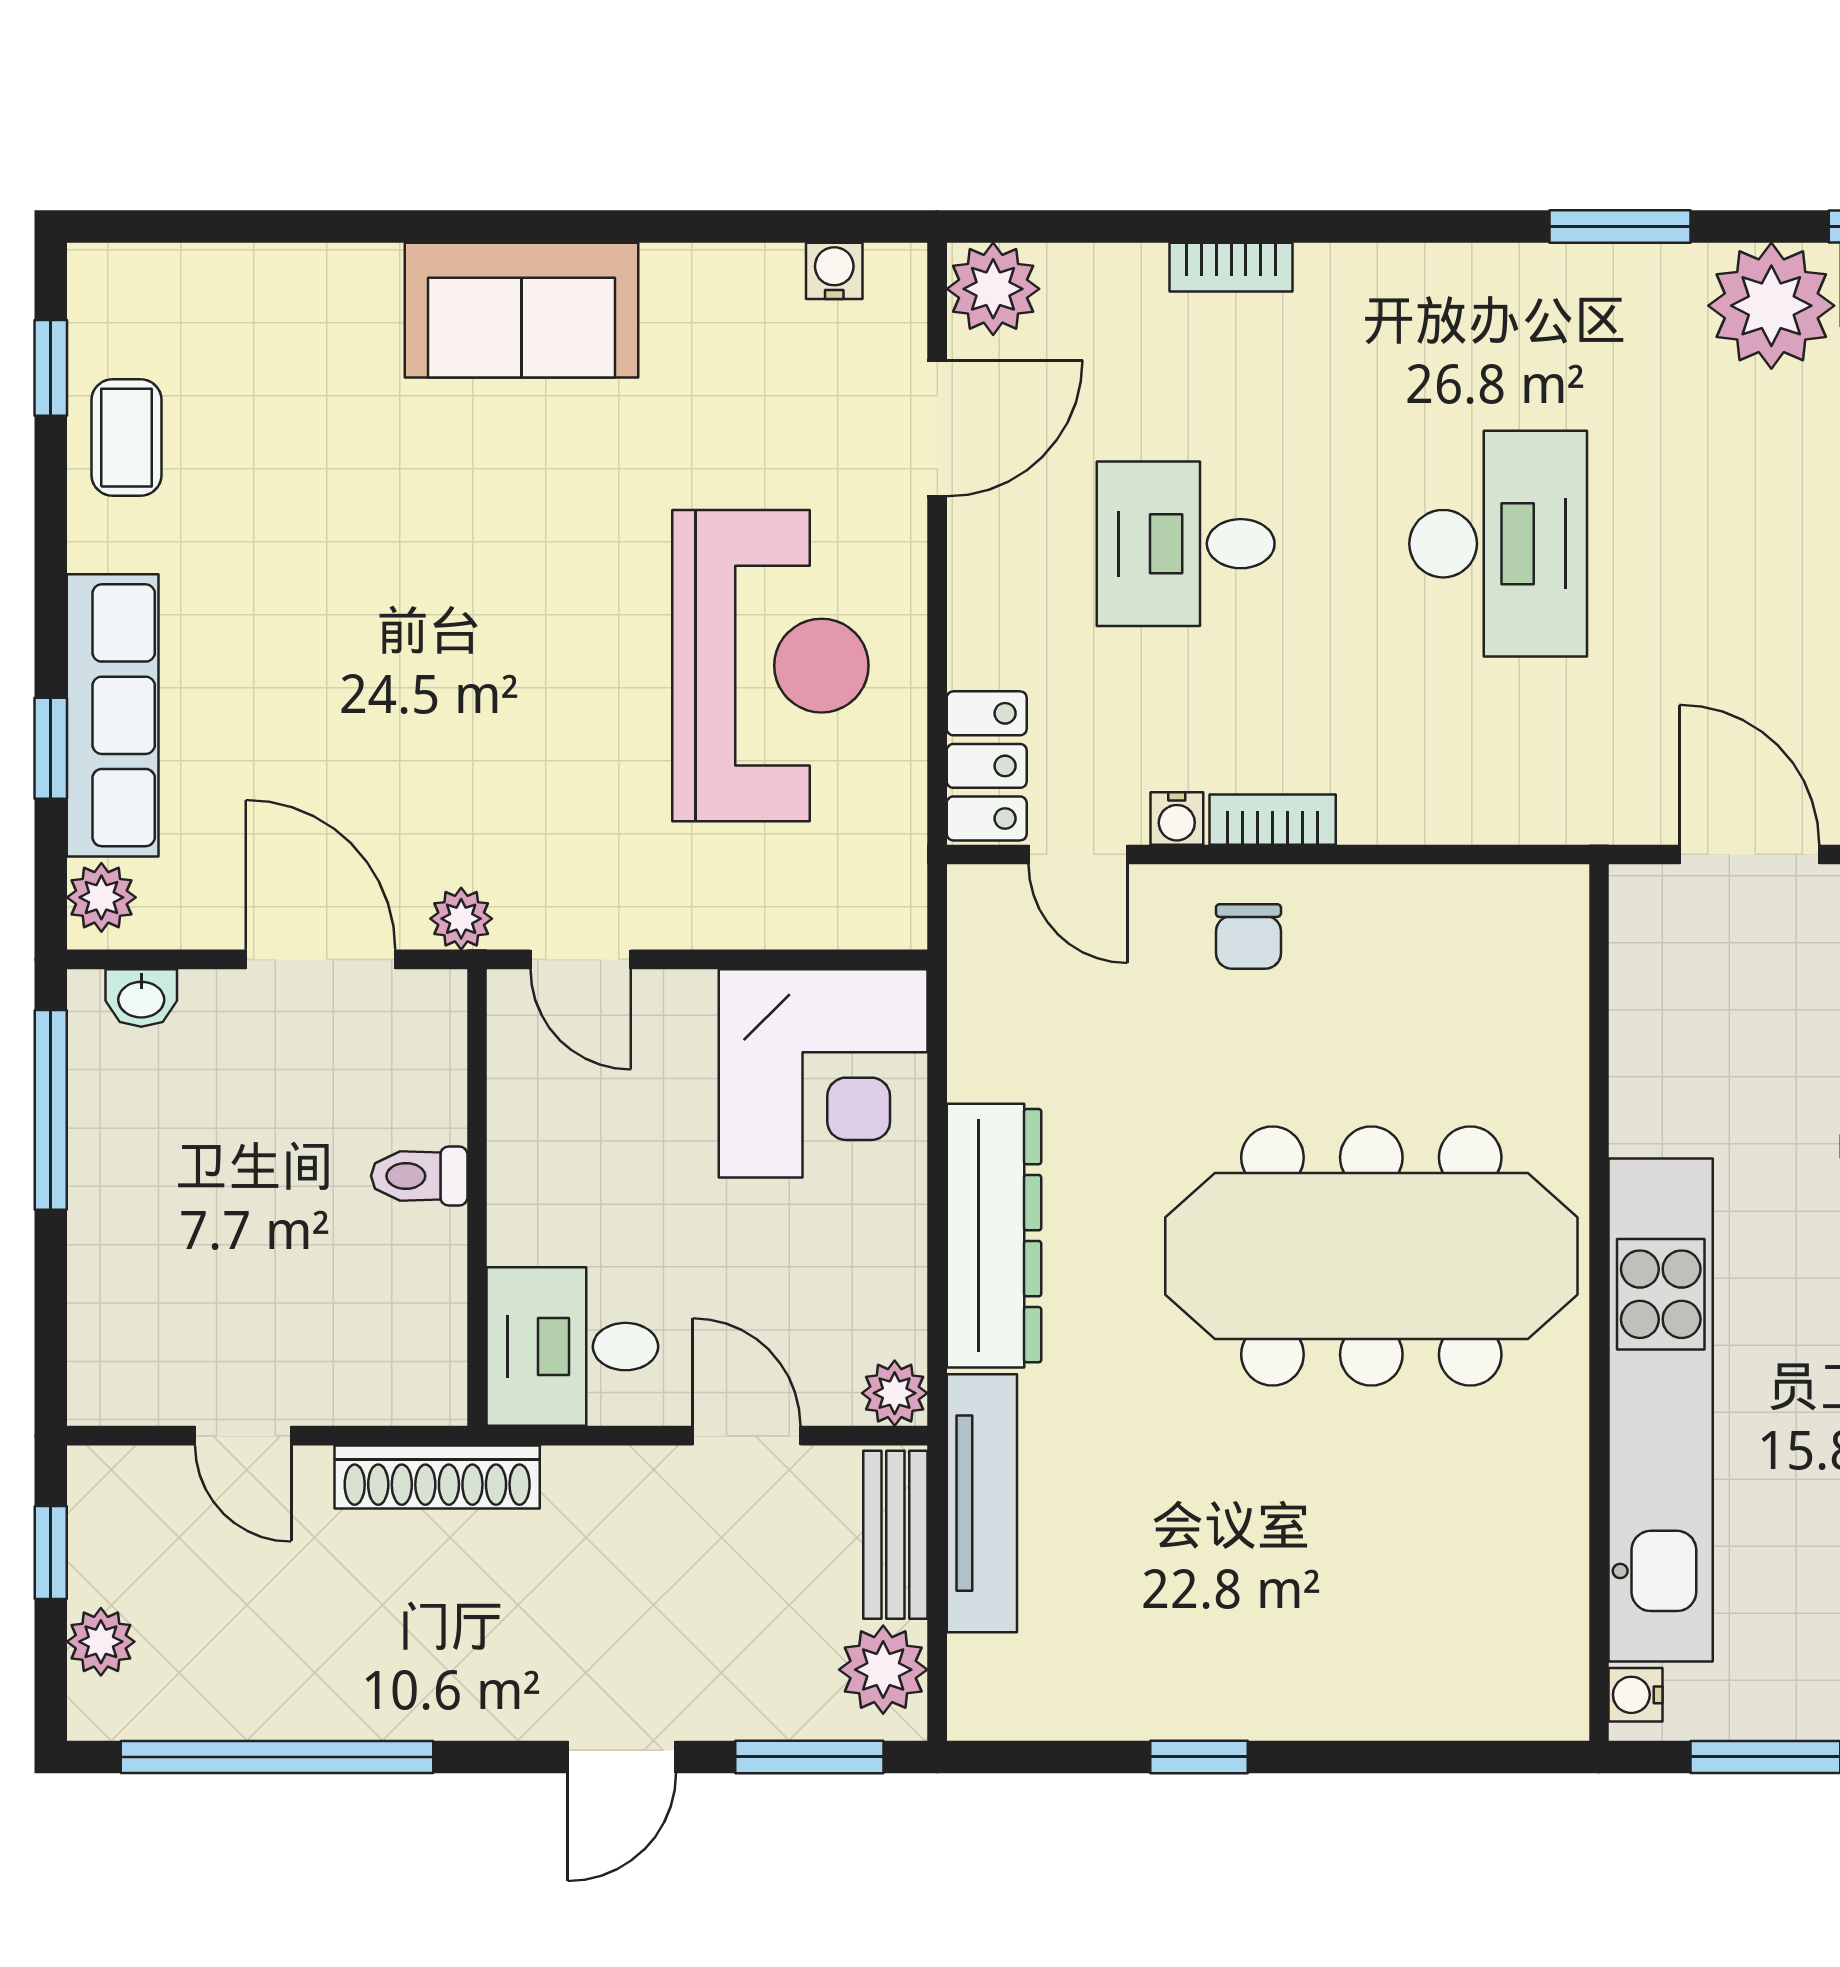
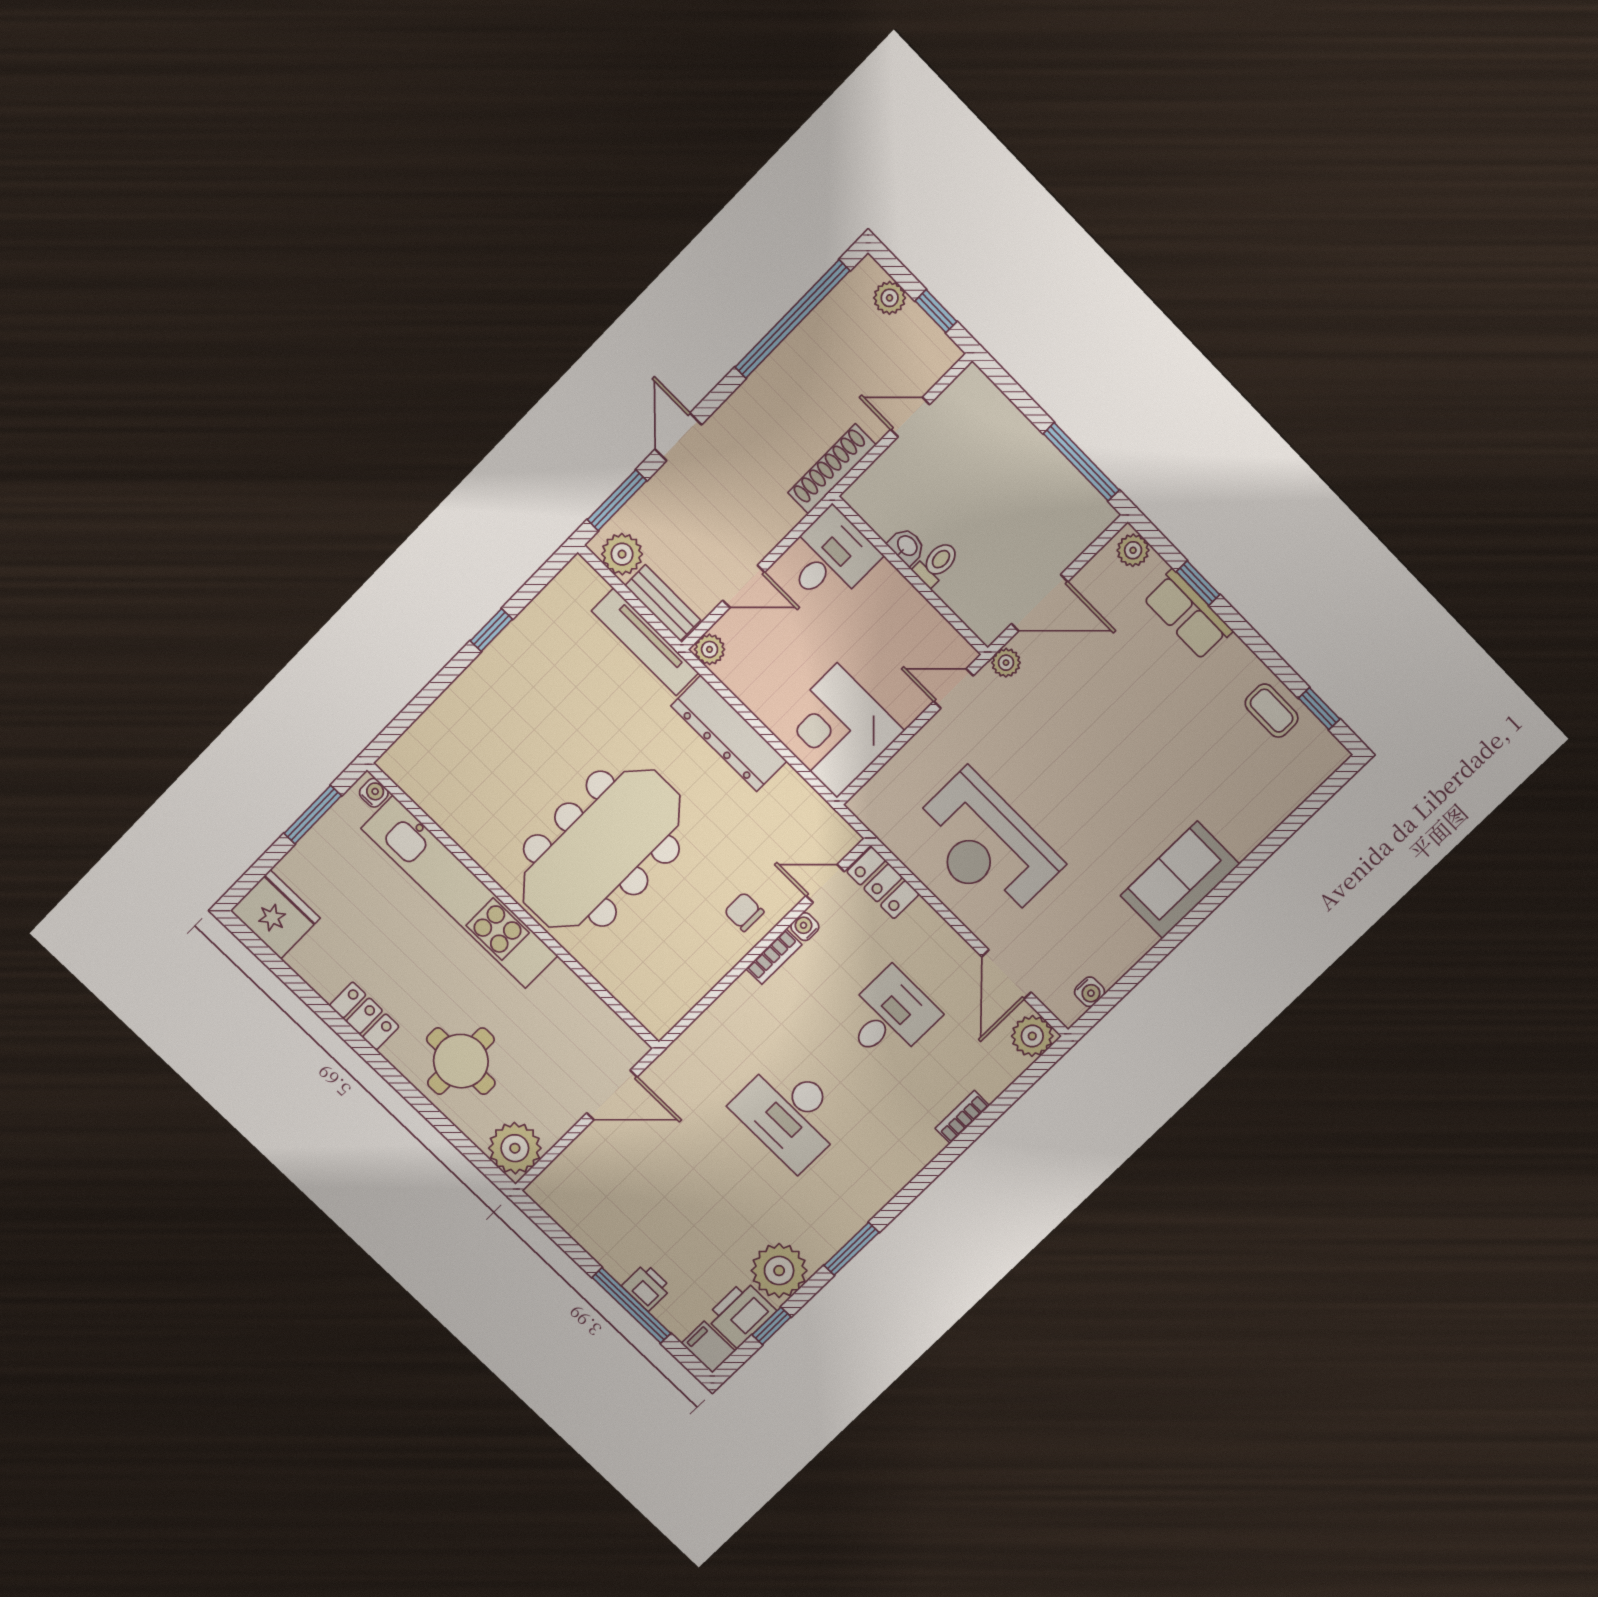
row of seats: (113, 715) -> (1188, 615), width x0.68
washbasin: (141, 998) -> (907, 546), moved, turned 90

